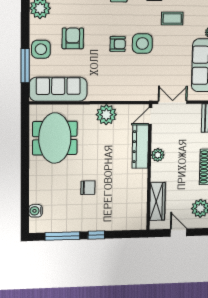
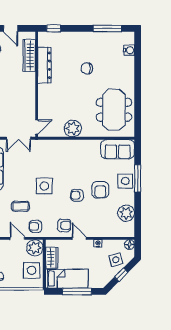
armchair: (118, 44) -> (77, 195), moved
window: (25, 66) -> (138, 178), moved
sofa: (58, 89) -> (118, 149), width x0.73
dresser: (140, 147) -> (44, 65), moved
plant: (158, 155) -> (30, 95), removed
window: (96, 235) -> (54, 28), moved

